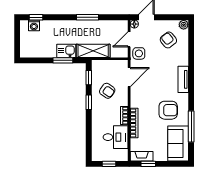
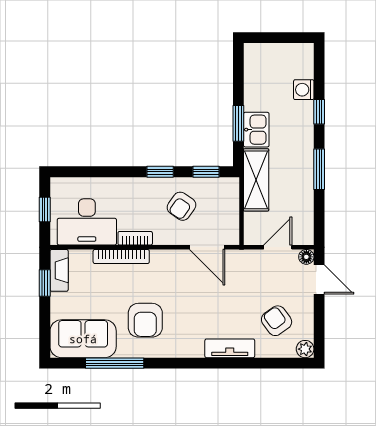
window: (36, 17) -> (319, 112), moved
washing machine: (34, 25) -> (304, 90), moved
door: (129, 39) -> (278, 247), hinge flipped
armchair: (168, 40) -> (277, 321), turned -88
side table: (139, 53) -> (251, 265), removed
tv unit: (183, 79) -> (230, 348), moved
desk: (116, 137) -> (87, 222), width x1.37

